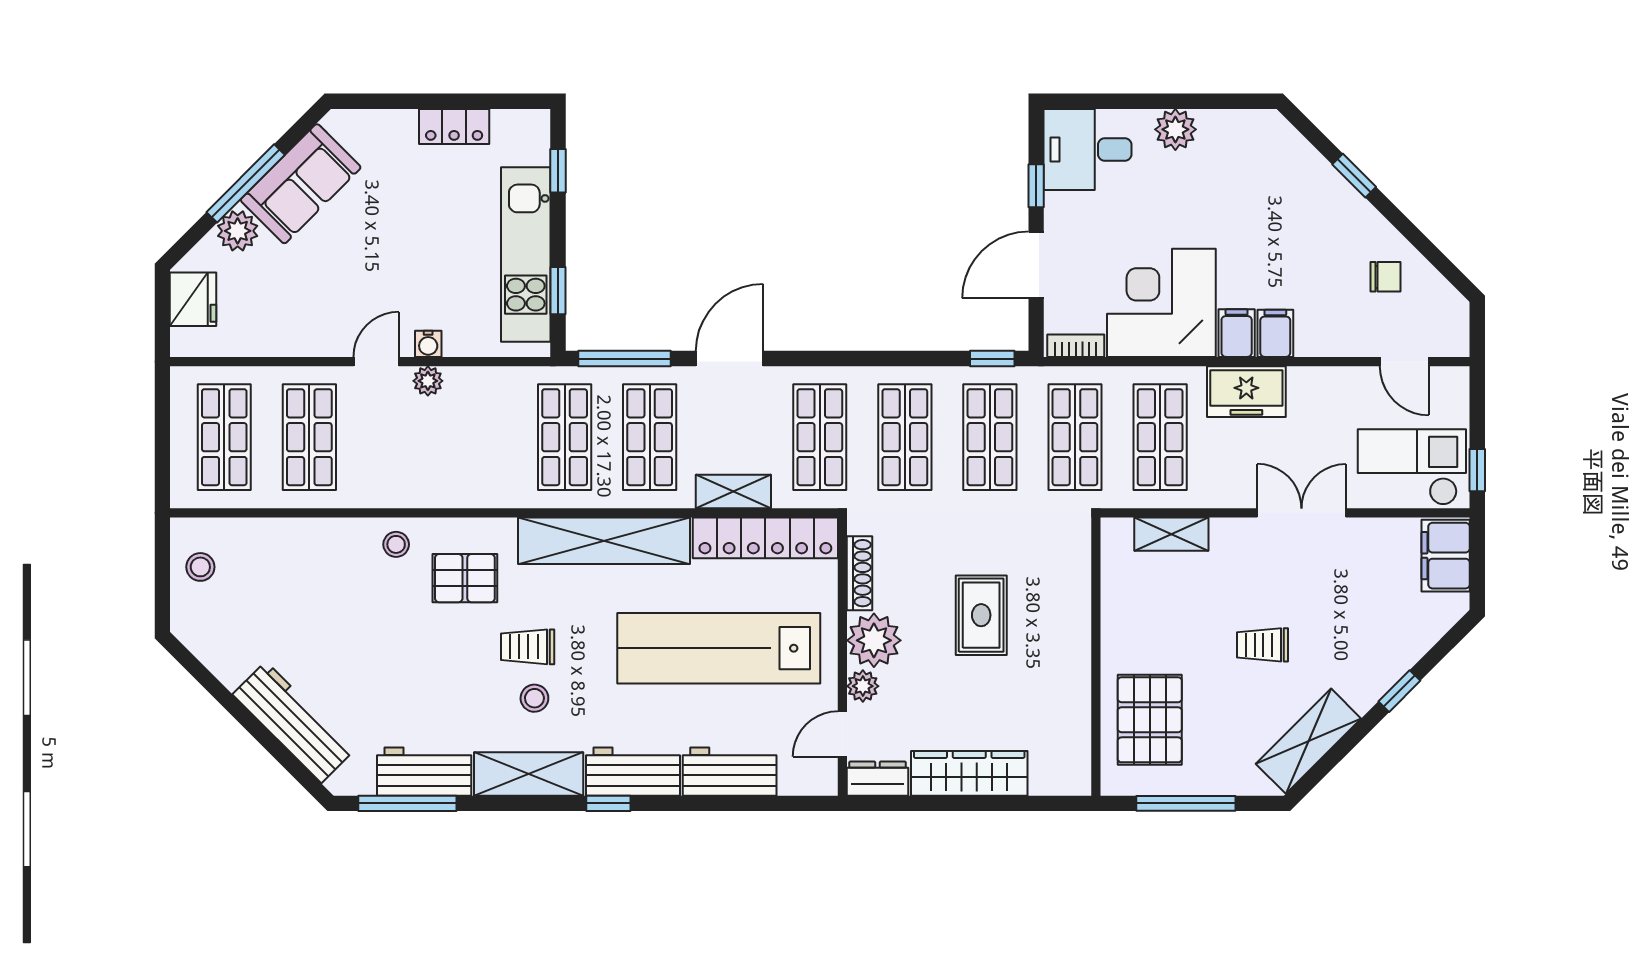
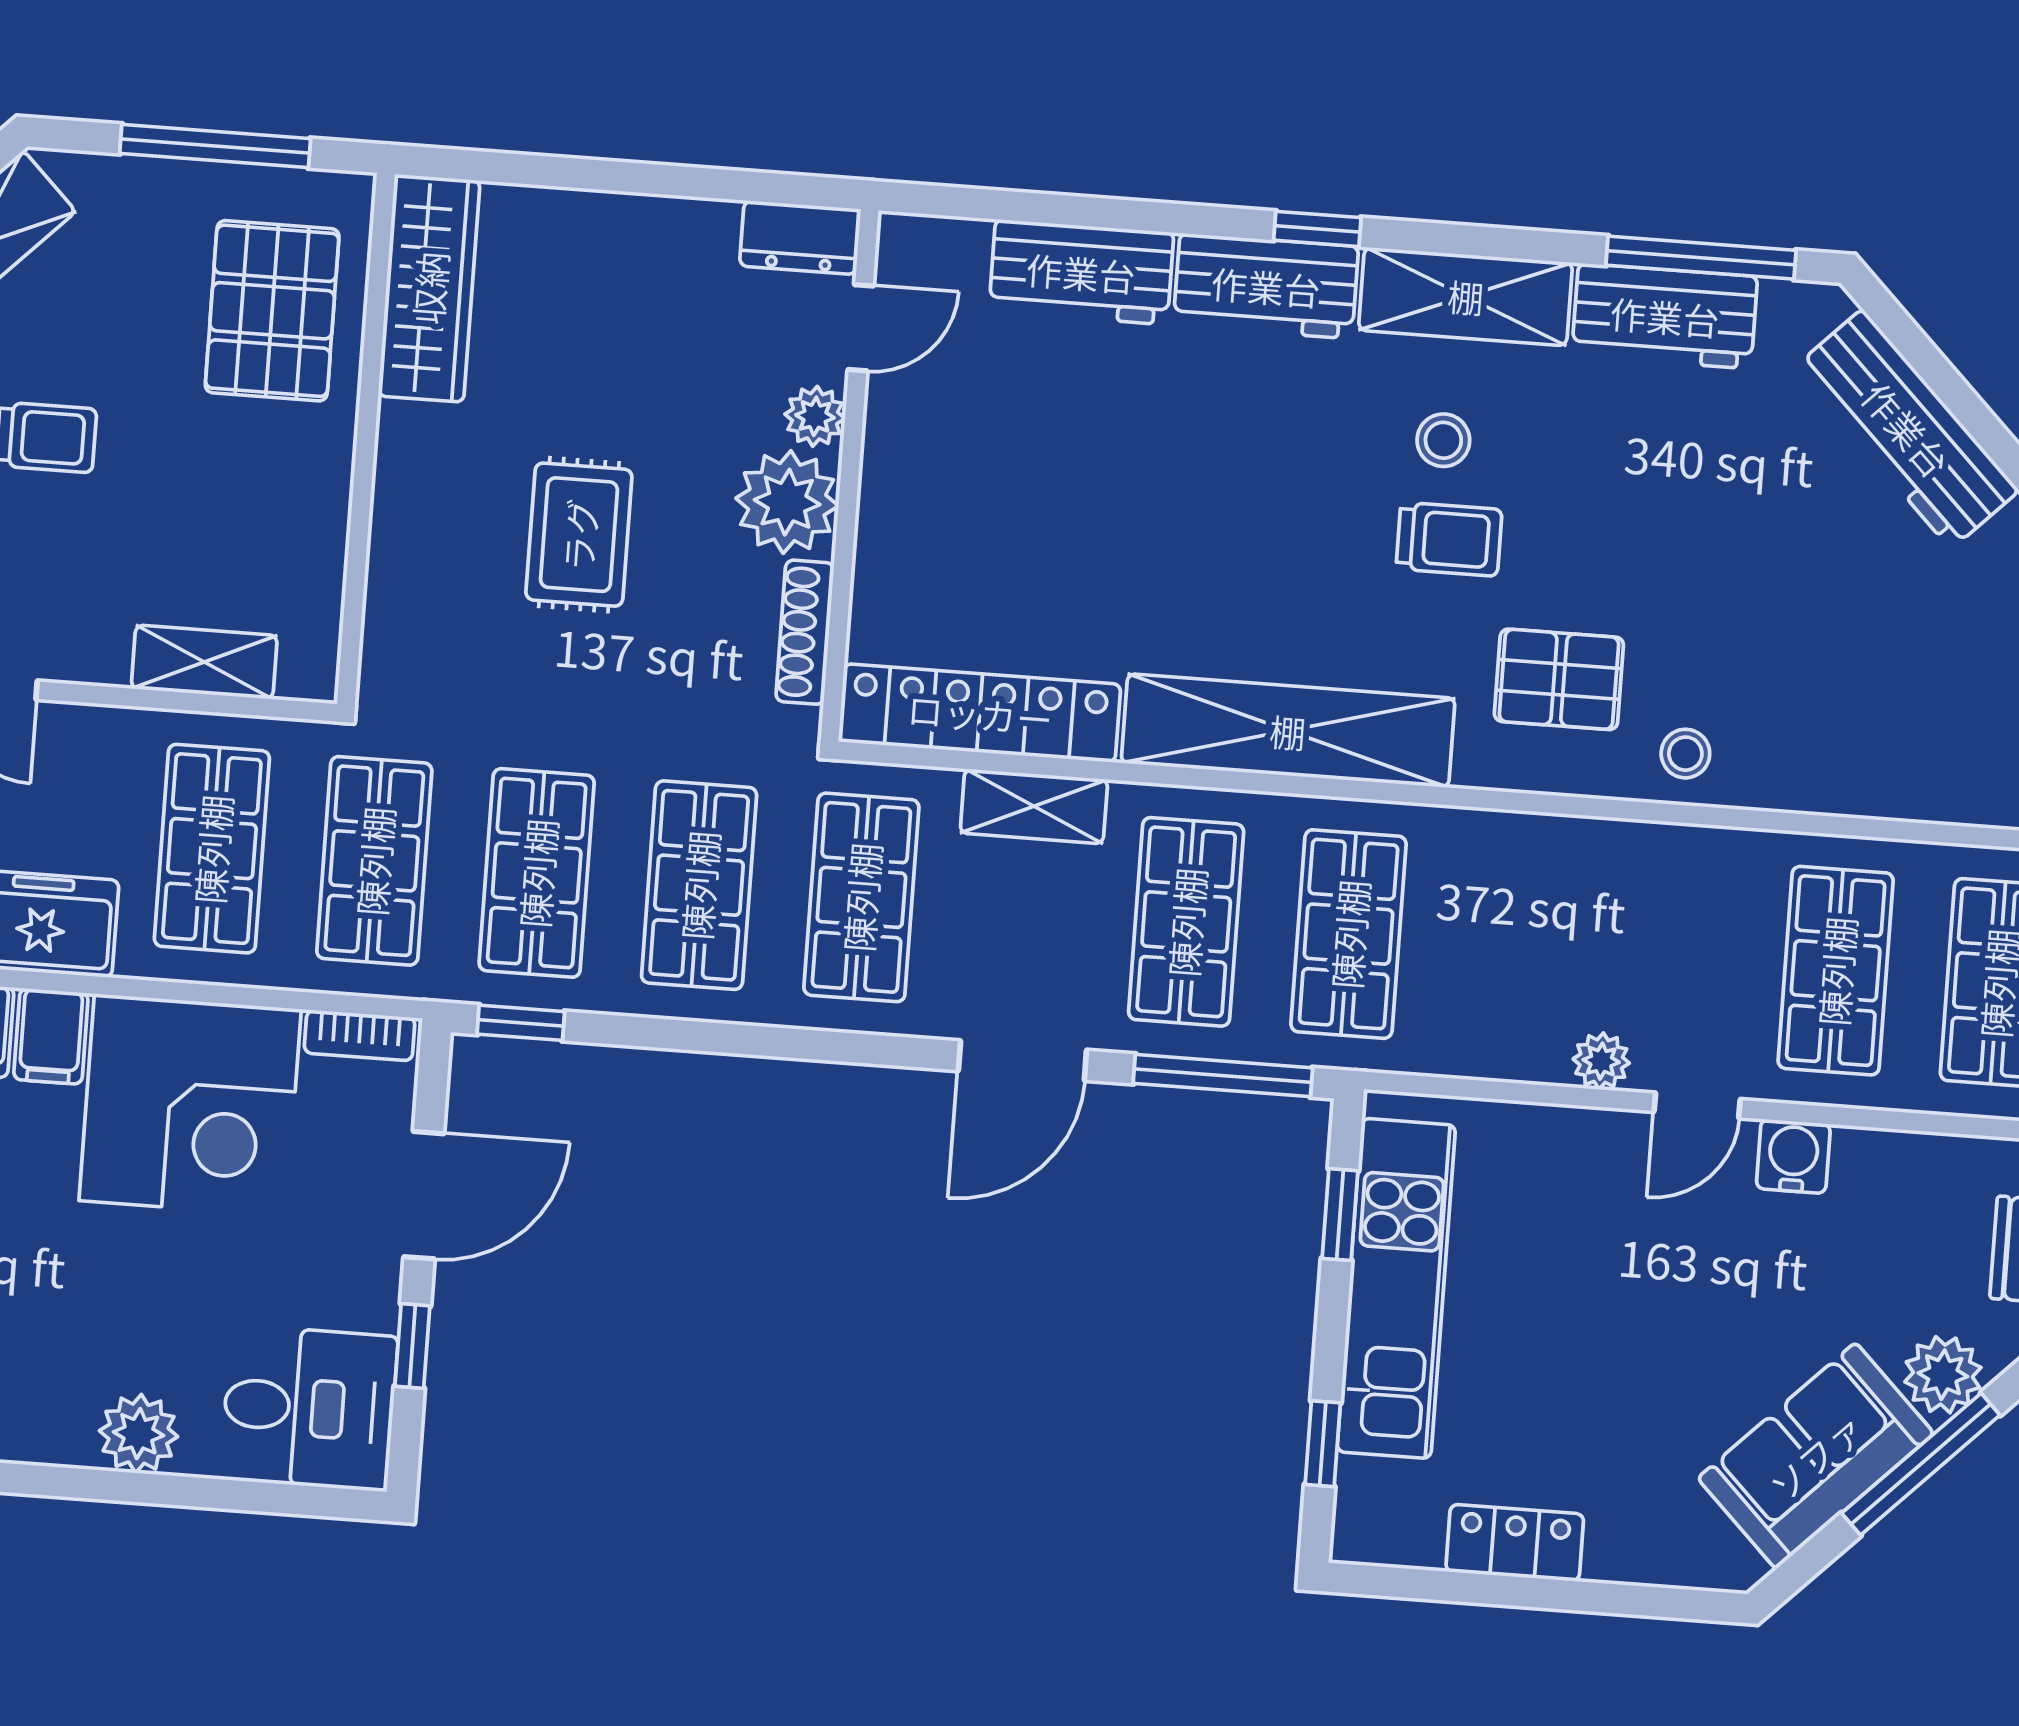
water cooler: (428, 344) -> (1793, 1156), moved, width x1.38, depth x1.38
lab bench: (719, 648) -> (1085, 509), removed
wardrobe: (969, 773) -> (429, 288), moved, turned -90

